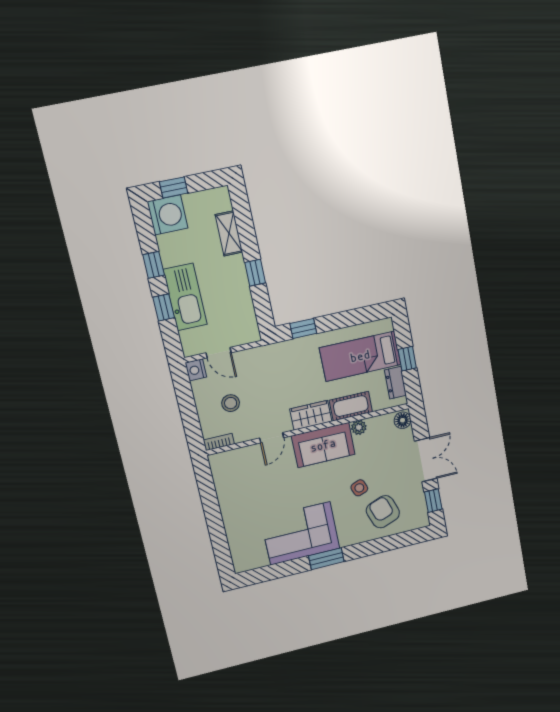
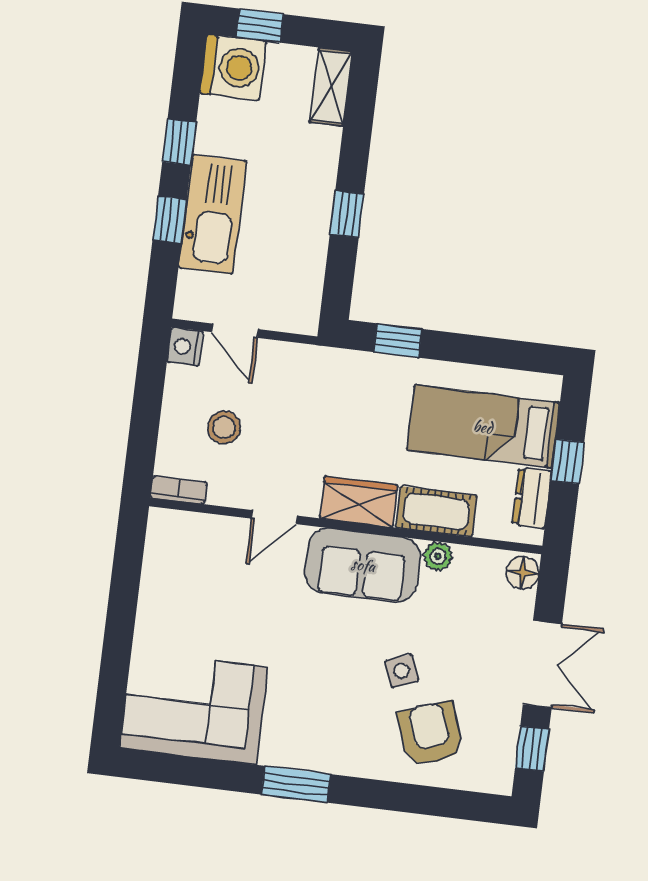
shelving: (229, 233) -> (331, 87), moved
corner sofa: (300, 533) -> (194, 708), moved

